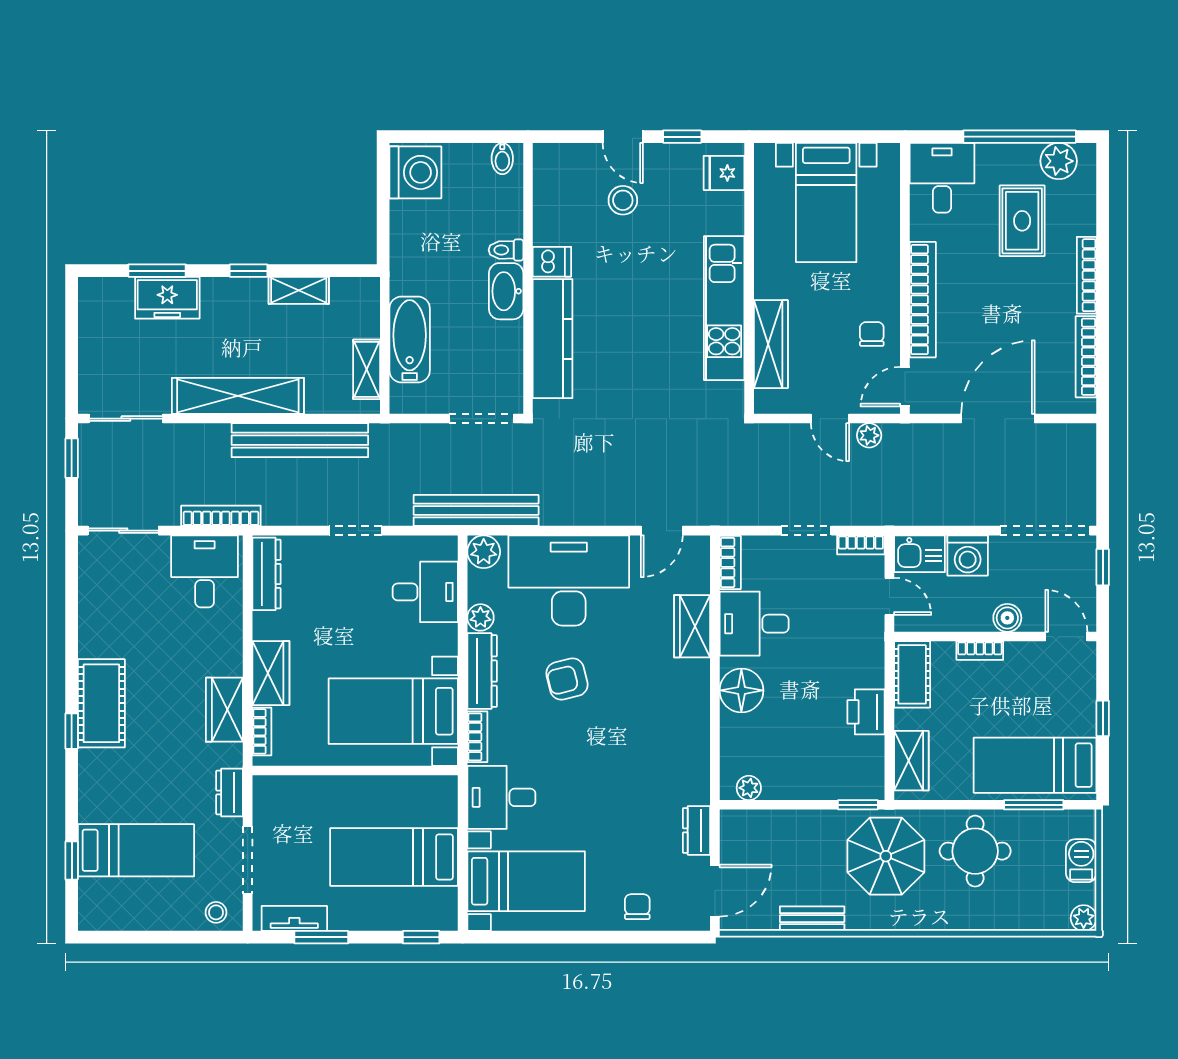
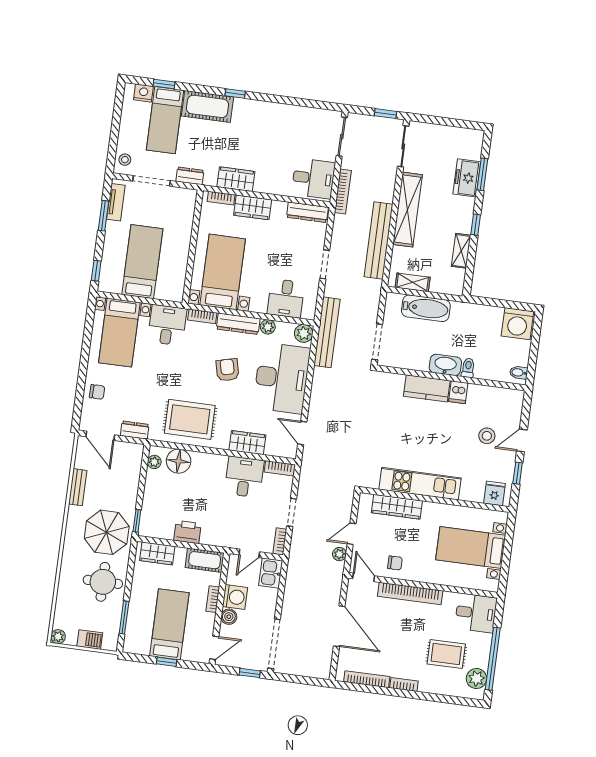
bookcase: (1087, 275) -> (404, 685), width x0.64
kitchen counter: (553, 339) -> (427, 388), width x0.67
washing machine: (968, 556) -> (235, 597), moved, turned 180
floor lamp: (741, 690) -> (179, 461), moved
cot: (101, 703) -> (207, 106), moved
rug: (664, 735) -> (190, 419), added
bed: (1035, 765) -> (169, 624), moved
nightstand: (93, 895) -> (143, 93), added

